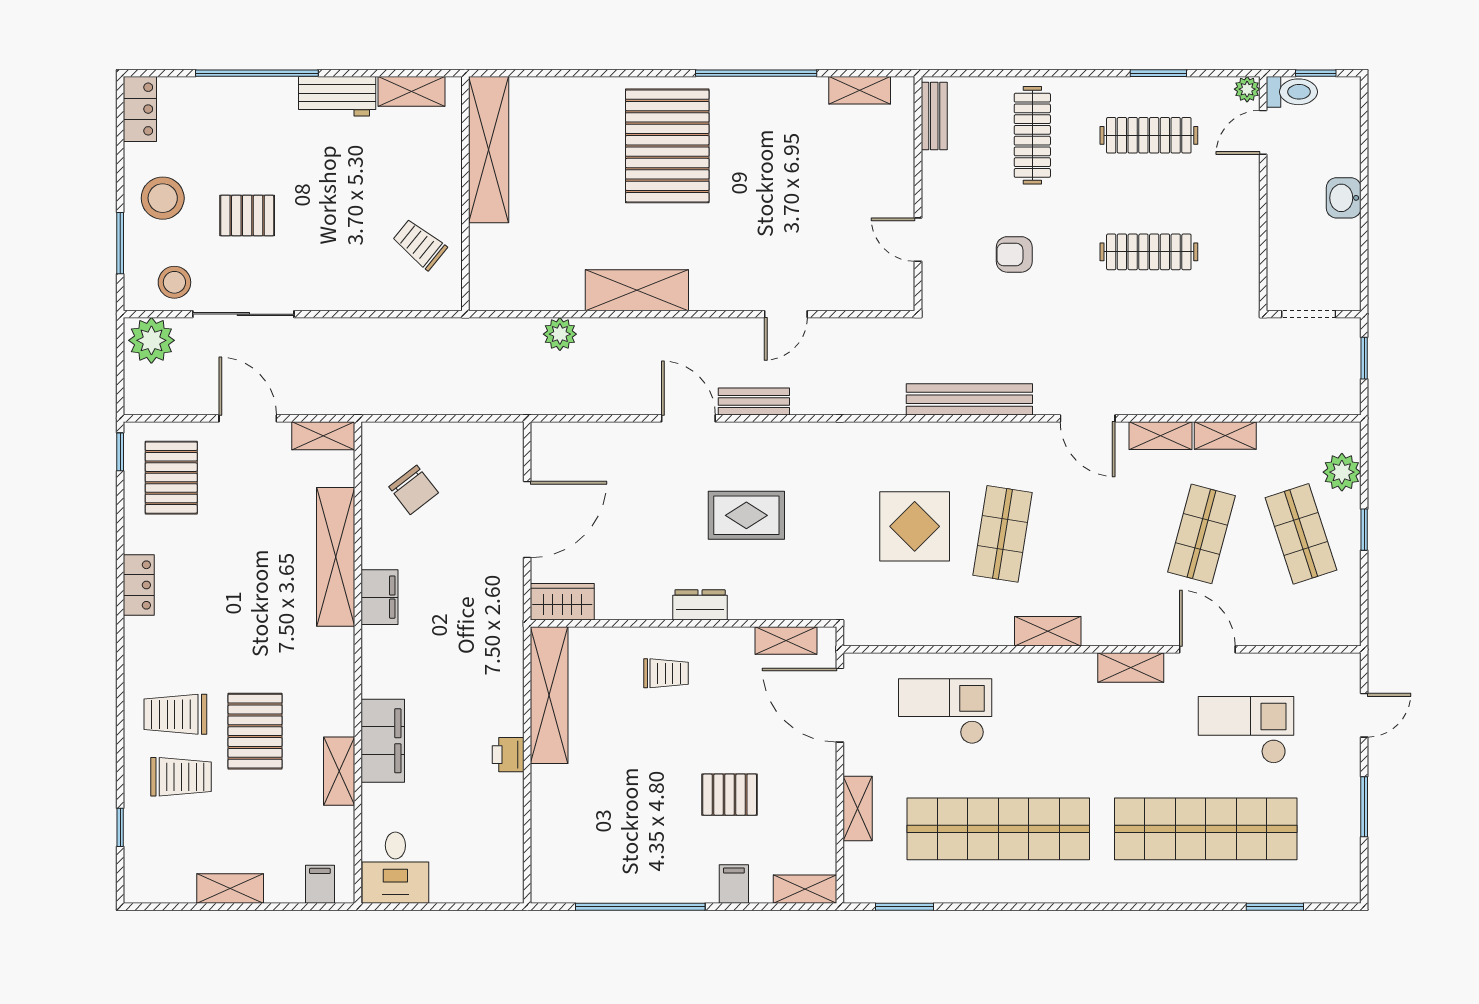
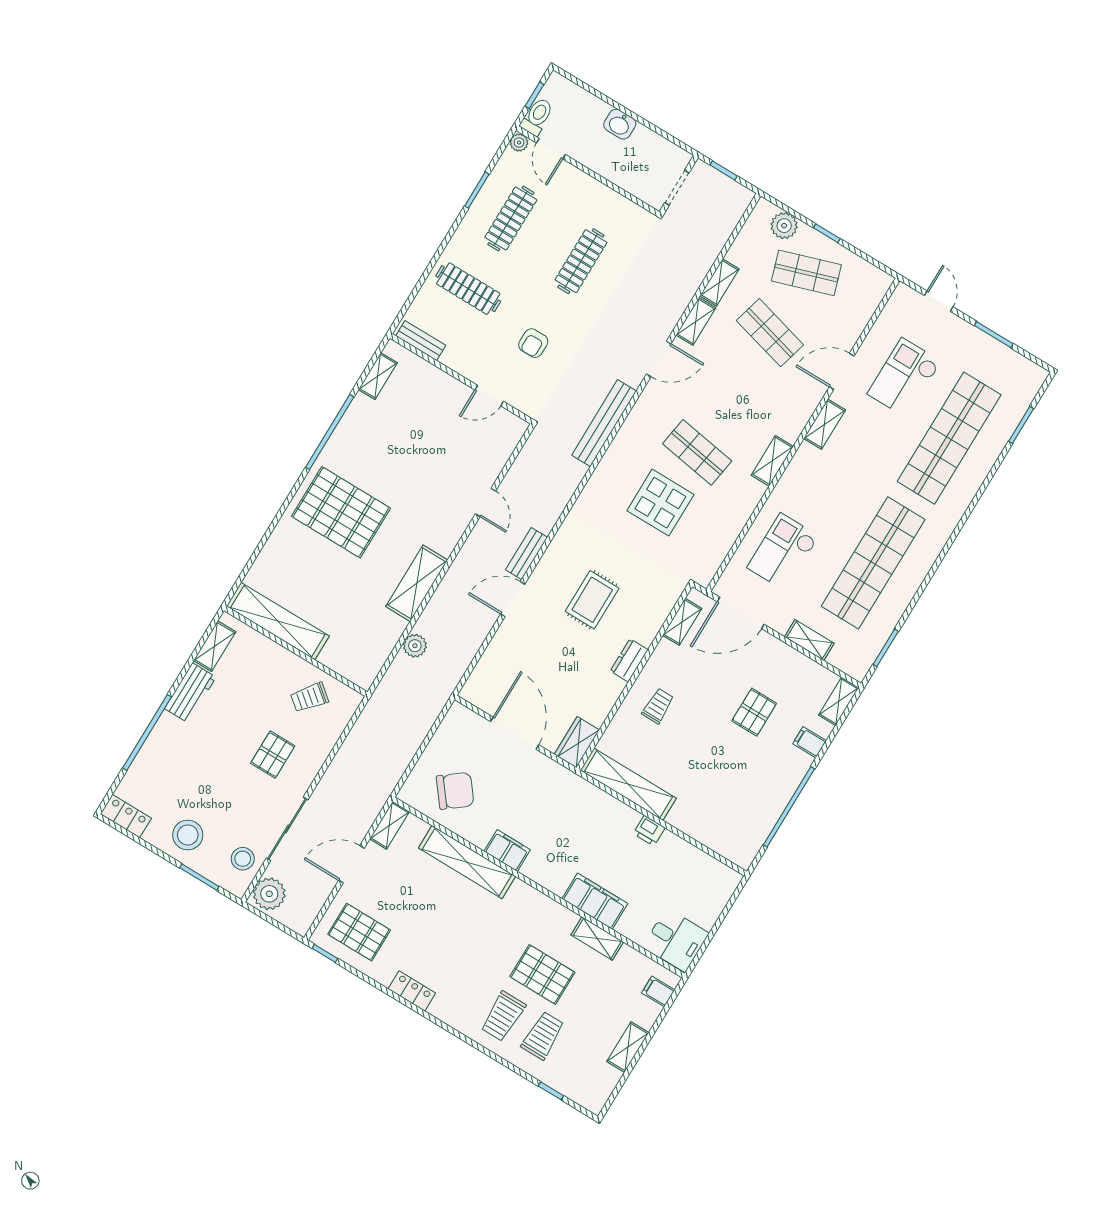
pallet: (247, 216) -> (273, 755), moved
chair: (414, 490) -> (455, 791), width x1.37, depth x1.37

